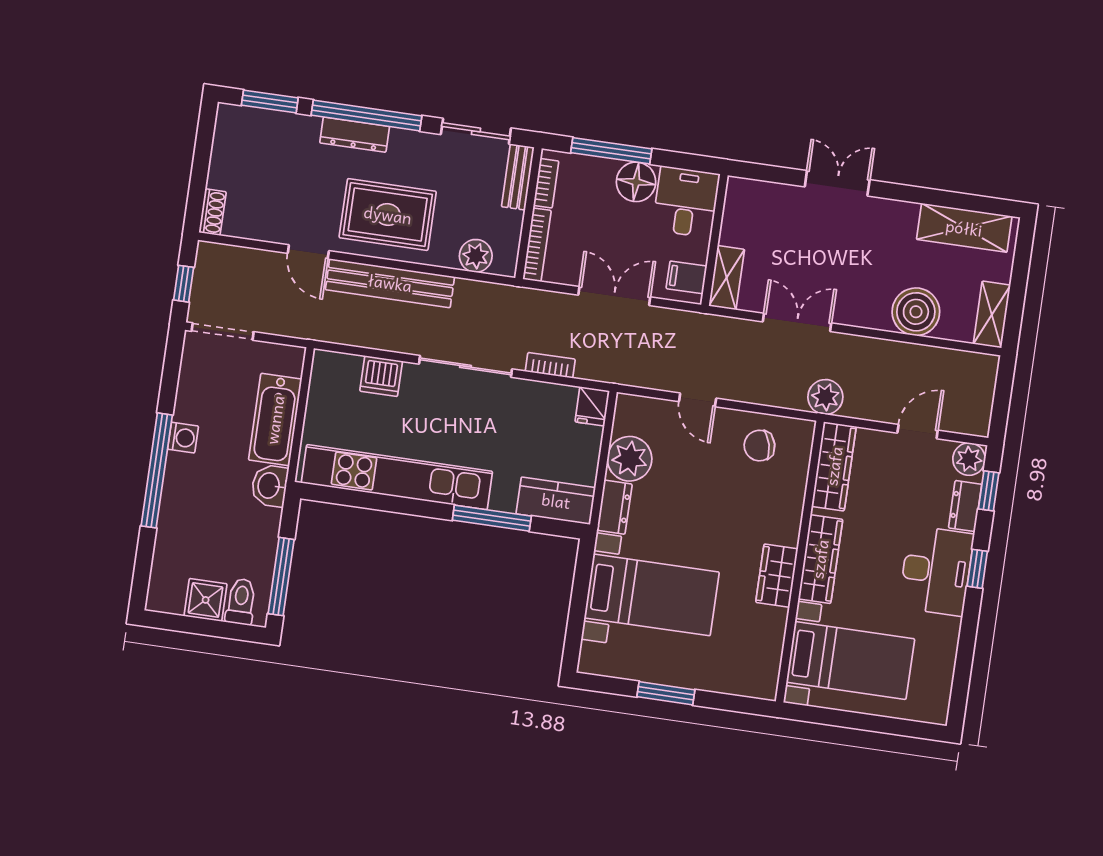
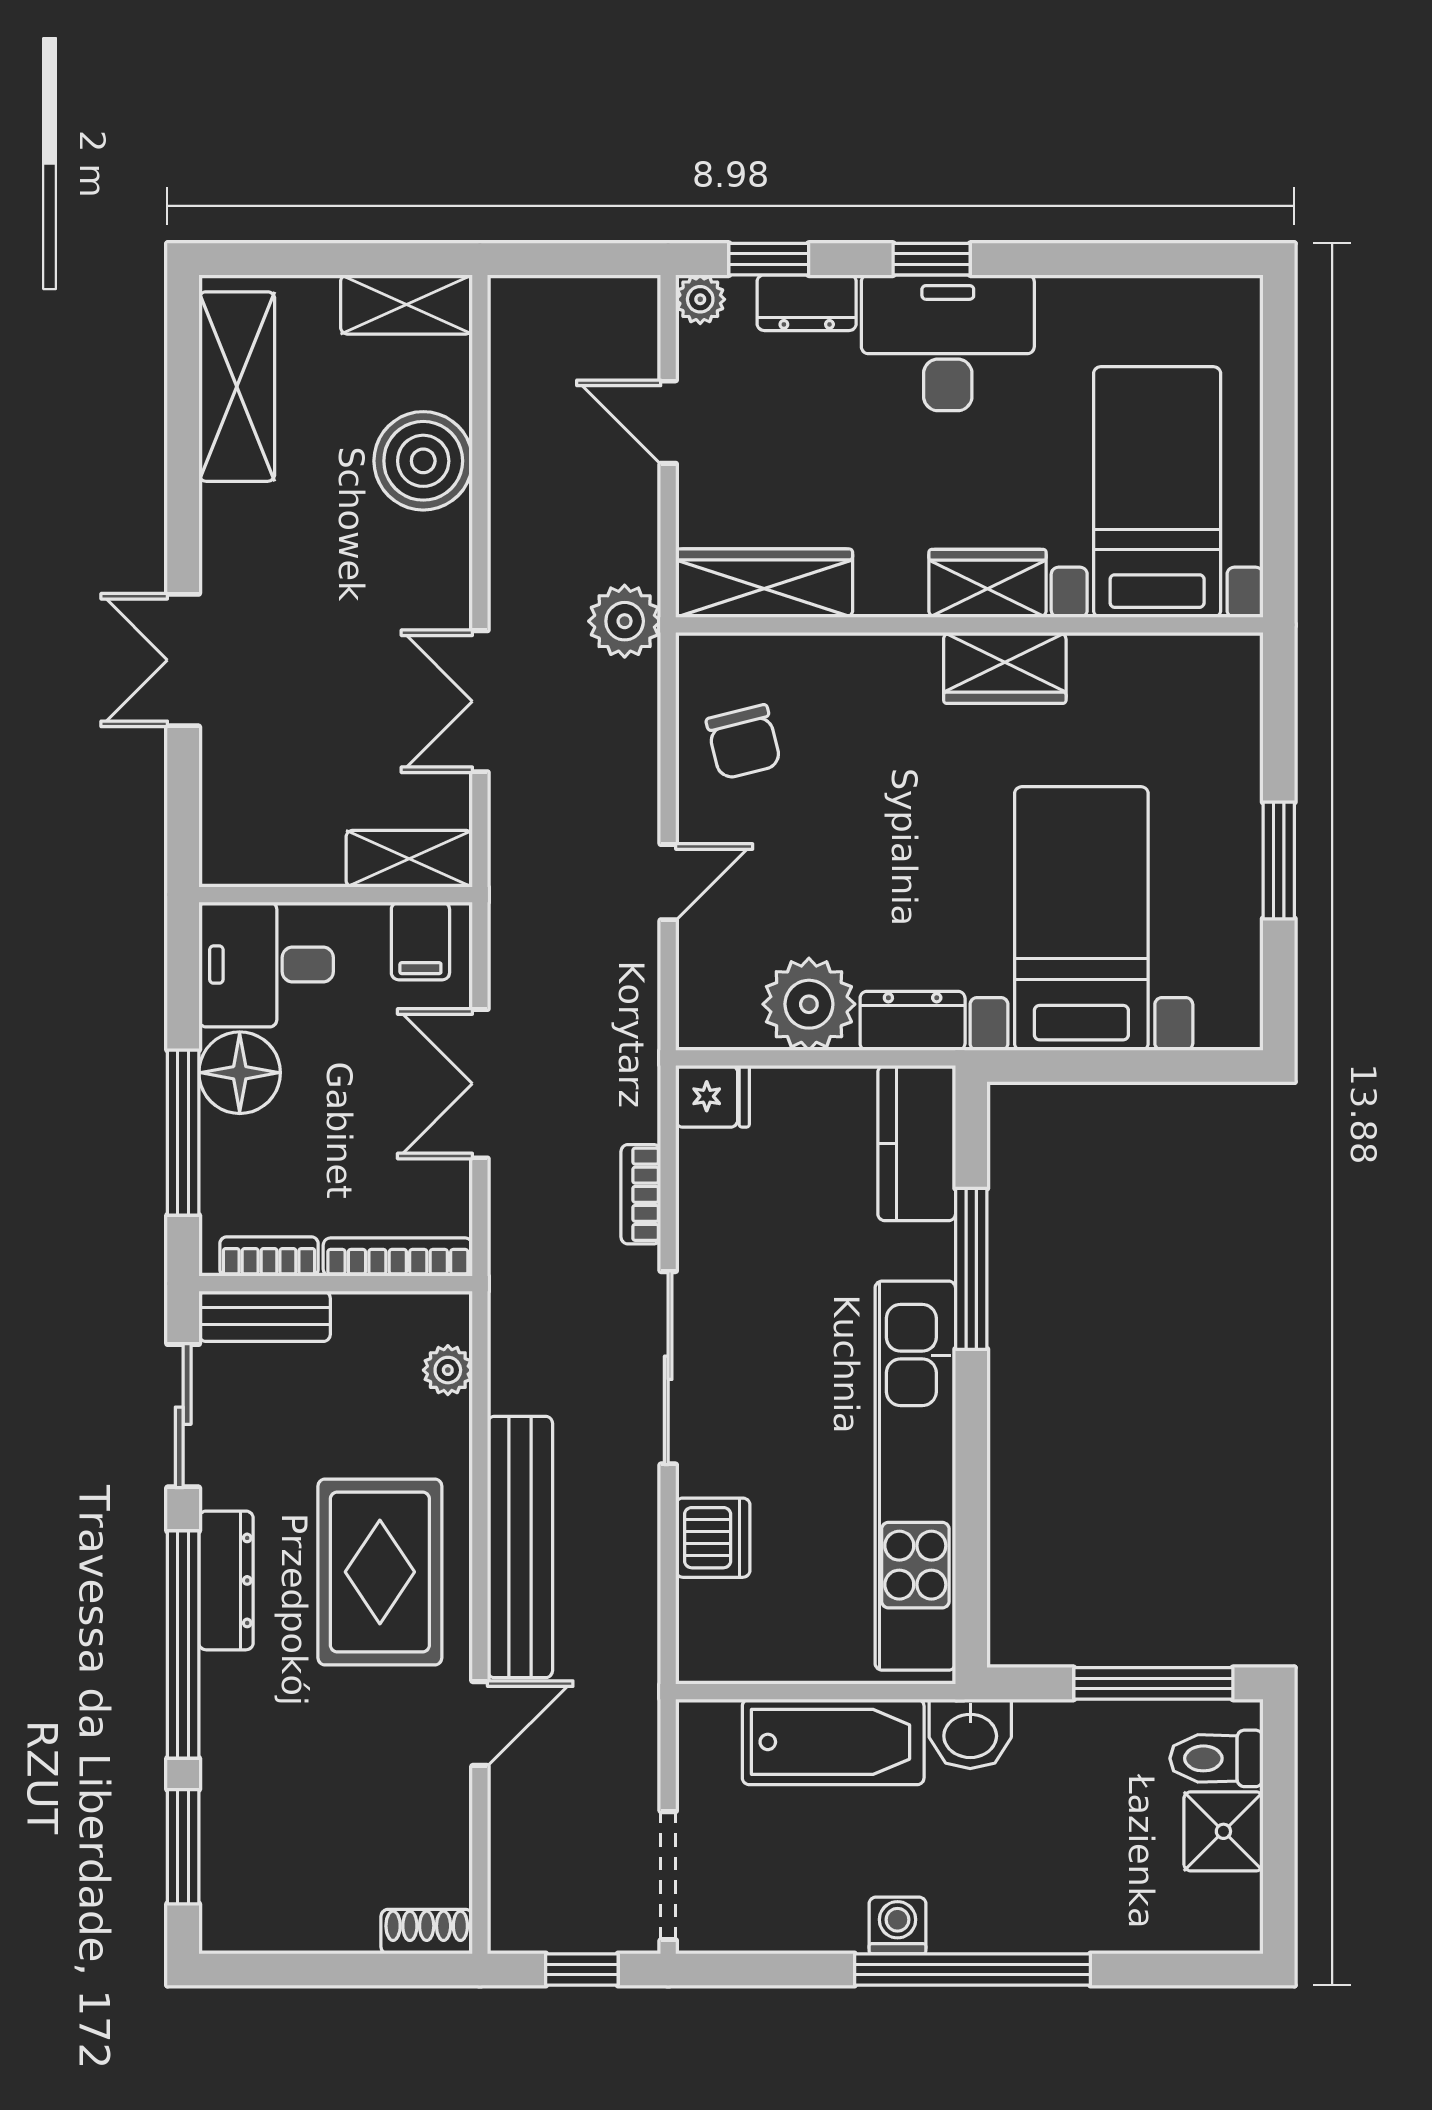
dresser: (355, 135) -> (226, 1580), moved
plant: (476, 256) -> (448, 1370), width x0.73, depth x0.73
plant: (969, 459) -> (700, 299), width x0.73, depth x0.73
wardrobe: (820, 559) -> (987, 583), width x0.67

